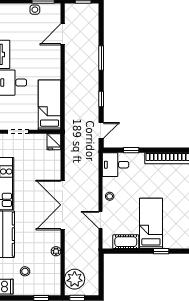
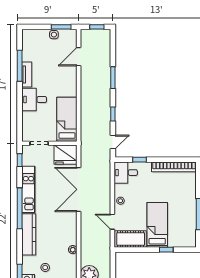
fridge: (54, 142) -> (66, 155), width x1.88, depth x1.34
double door: (63, 205) -> (79, 189), moved
cot: (126, 242) -> (131, 239), width x1.37, depth x1.34

